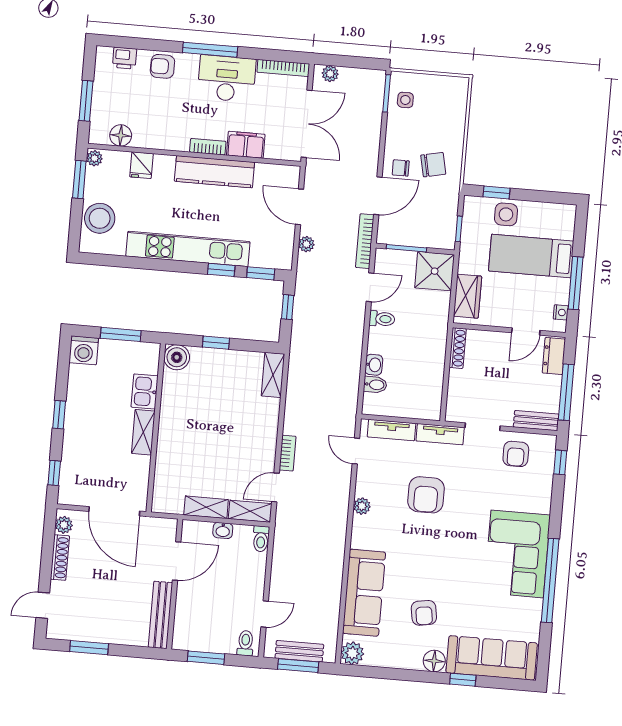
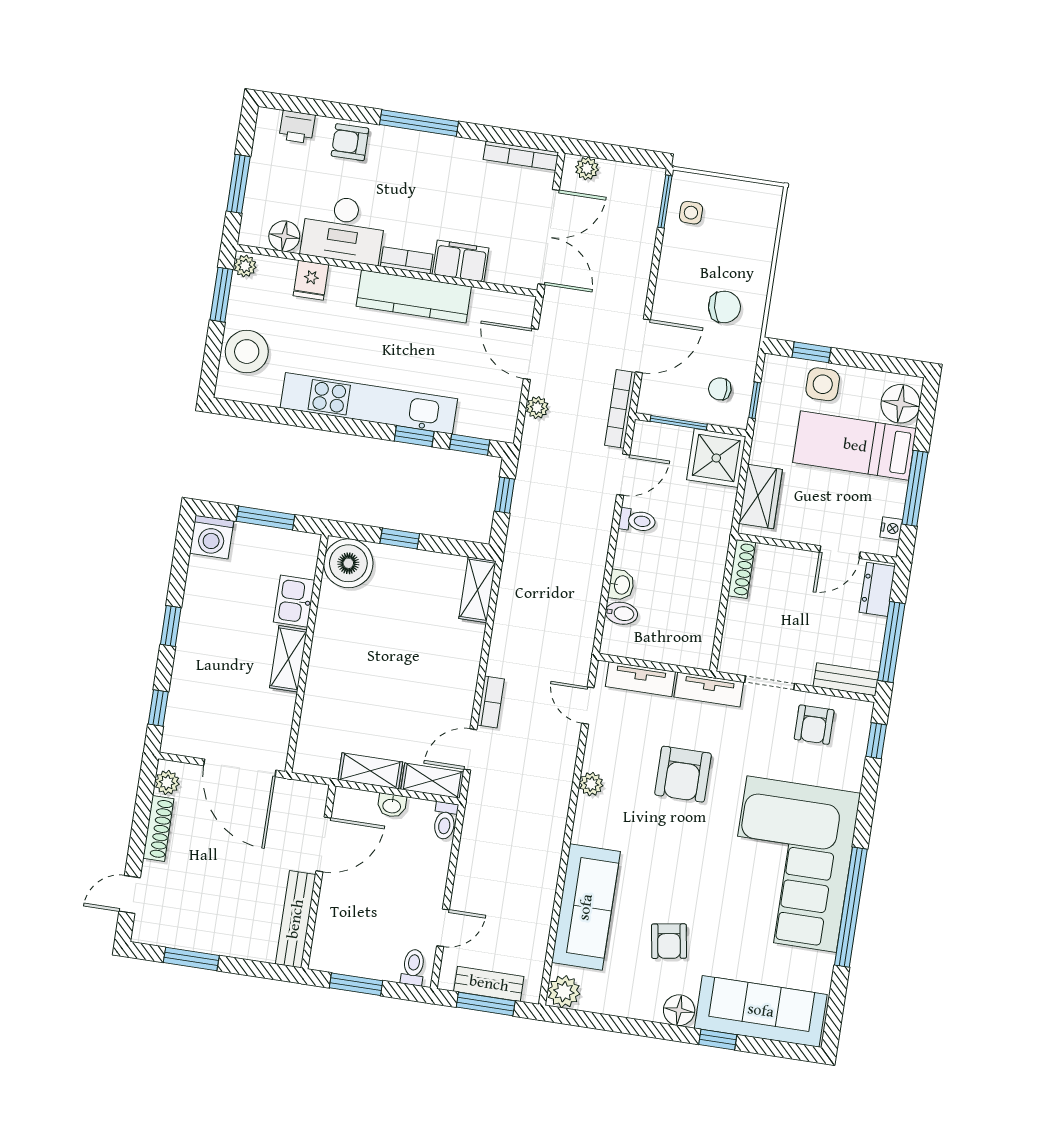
desk: (227, 79) -> (343, 229), moved, turned 180
chair: (401, 168) -> (720, 389), moved
floor lamp: (561, 224) -> (900, 404), added
boiler: (177, 357) -> (348, 563), width x1.37, depth x1.37
corner sofa: (517, 554) -> (792, 864), width x1.36, depth x1.36

